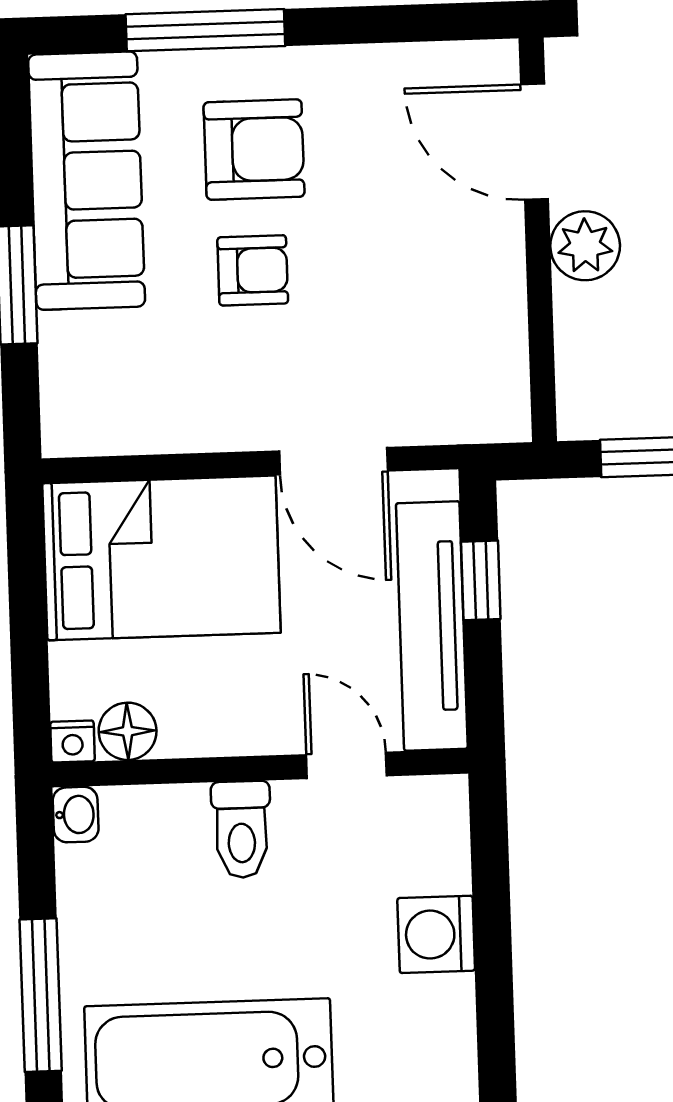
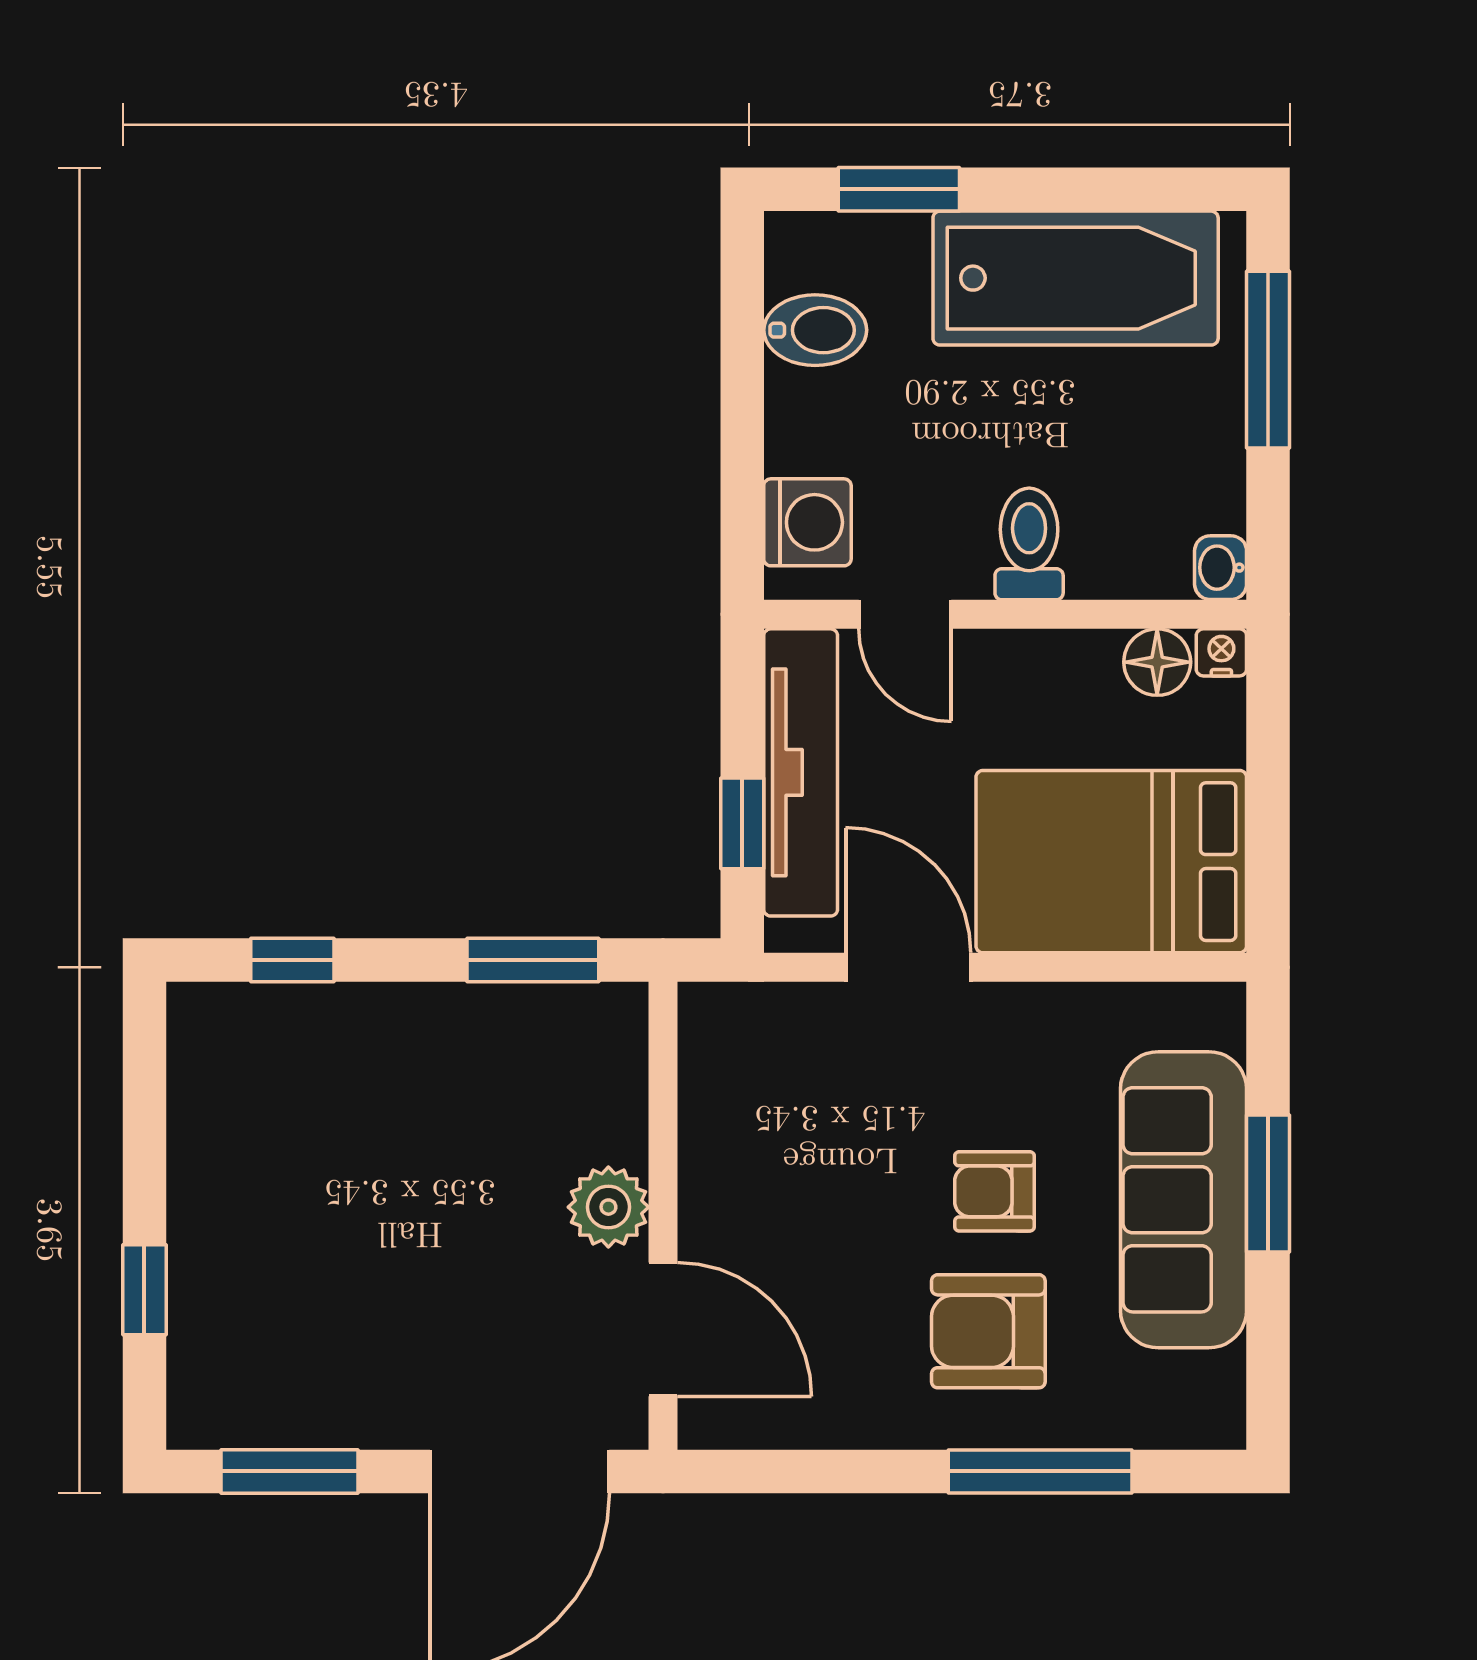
sofa: (87, 181) -> (1183, 1200), moved
washing machine: (436, 934) -> (807, 522), moved
bidet: (432, 1008) -> (815, 330), added

